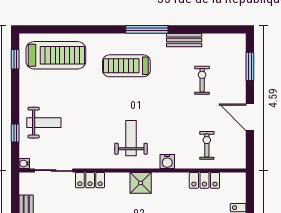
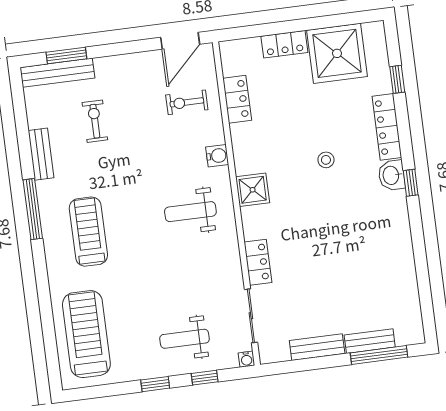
window: (15, 59) -> (155, 384), moved
bench: (239, 59) -> (57, 73), added
treadmill: (126, 66) -> (88, 232), turned 180
exercise bike: (202, 80) -> (95, 121), turned 90
door: (250, 117) -> (180, 41), moved
weight bench: (44, 123) -> (185, 339), turned -90

